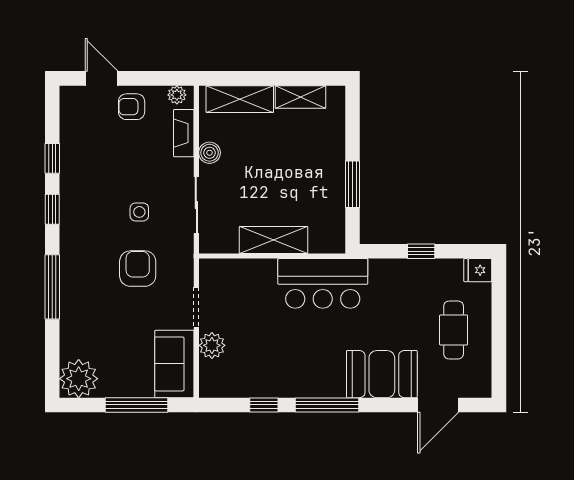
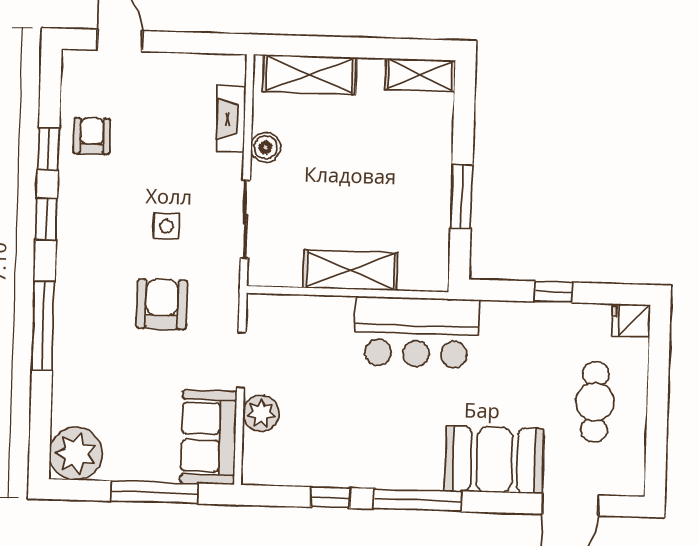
plant: (177, 95) -> (223, 66), removed
shelving: (300, 97) -> (420, 75), moved
armchair: (132, 107) -> (92, 136), moved, turned 90

